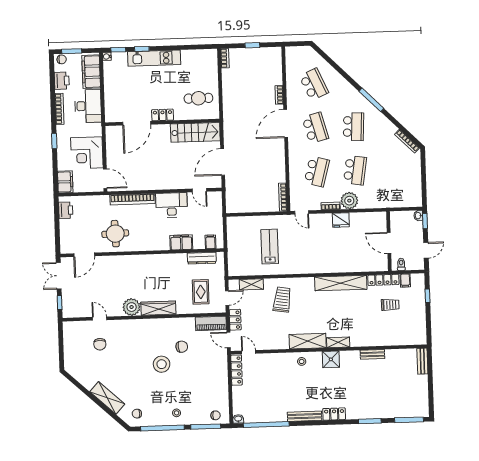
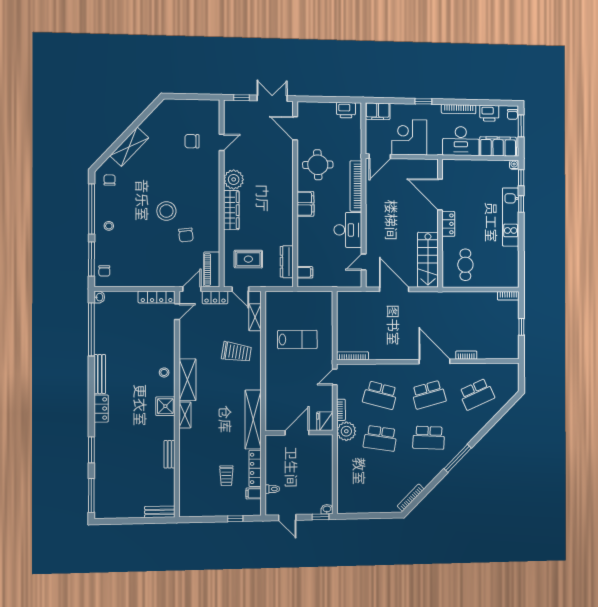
wall: (389, 241) -> (299, 433), moved
filing cabinet: (181, 242) -> (305, 204), moved
door: (389, 243) -> (297, 433), moved

